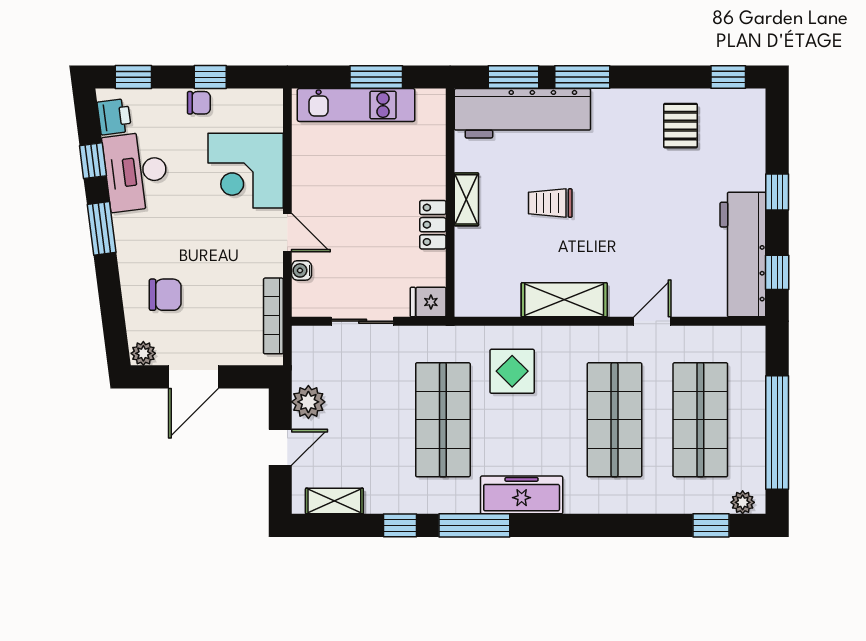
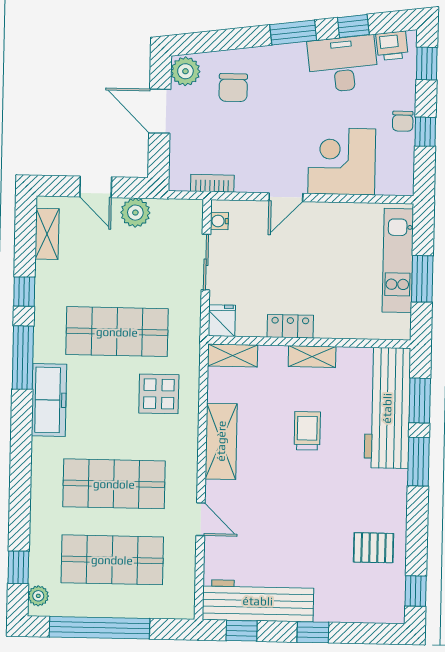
water cooler: (302, 270) -> (219, 221), moved, turned -90
shelving: (467, 289) -> (233, 355), added
bookcase: (273, 316) -> (212, 183), width x0.64
plant: (143, 353) -> (185, 71), width x1.38, depth x1.38

